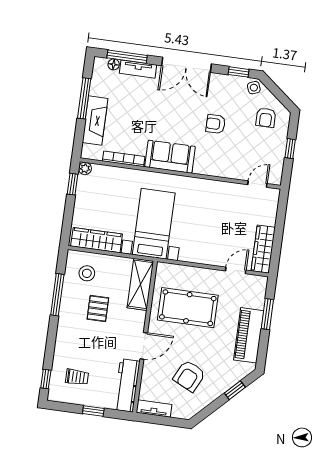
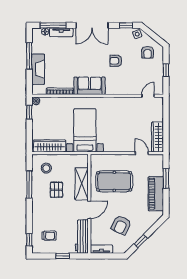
door: (236, 270) -> (142, 153), hinge flipped
shelving: (140, 284) -> (82, 184), moved
window: (235, 390) -> (141, 241), moved

